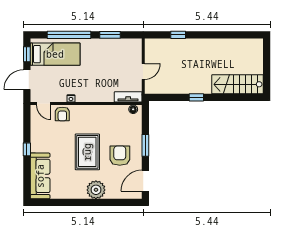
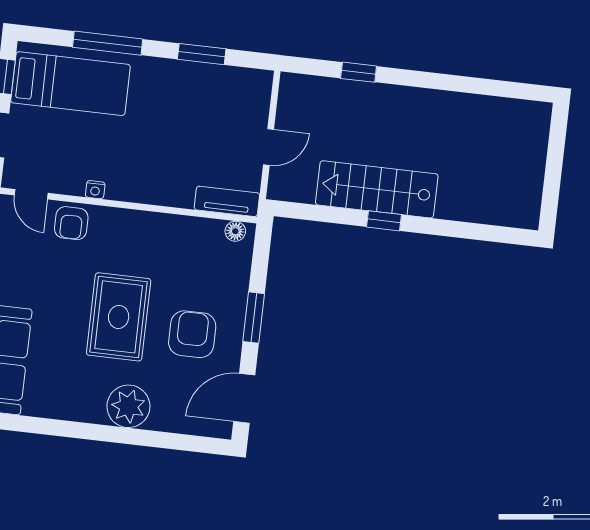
window: (69, 35) -> (108, 43), width x0.68
stairs: (238, 84) -> (377, 189), moved

